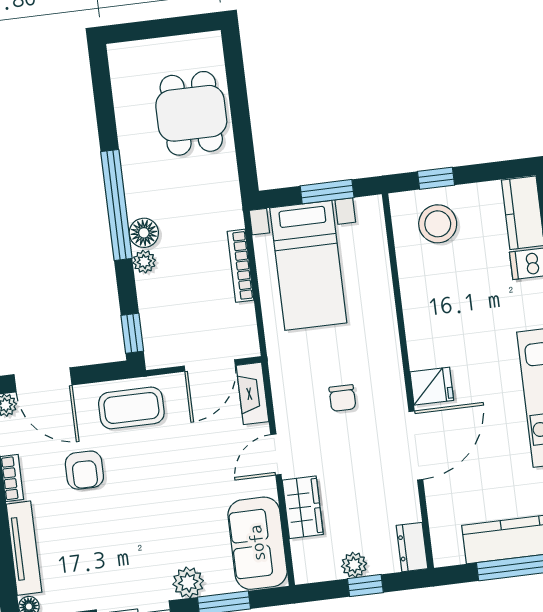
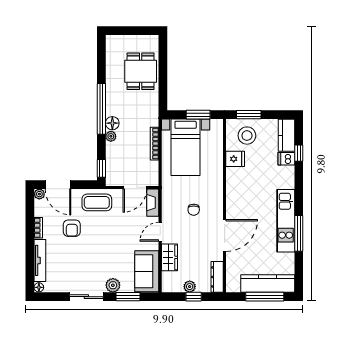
window: (436, 178) -> (249, 115), width x1.50
fridge: (432, 386) -> (235, 159), moved
dresser: (412, 547) -> (217, 277), width x1.44

